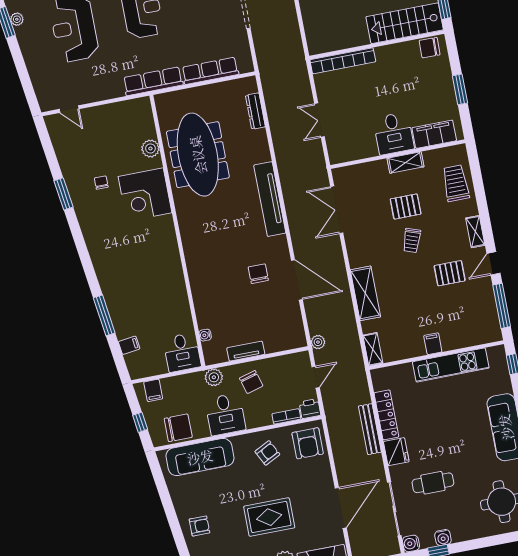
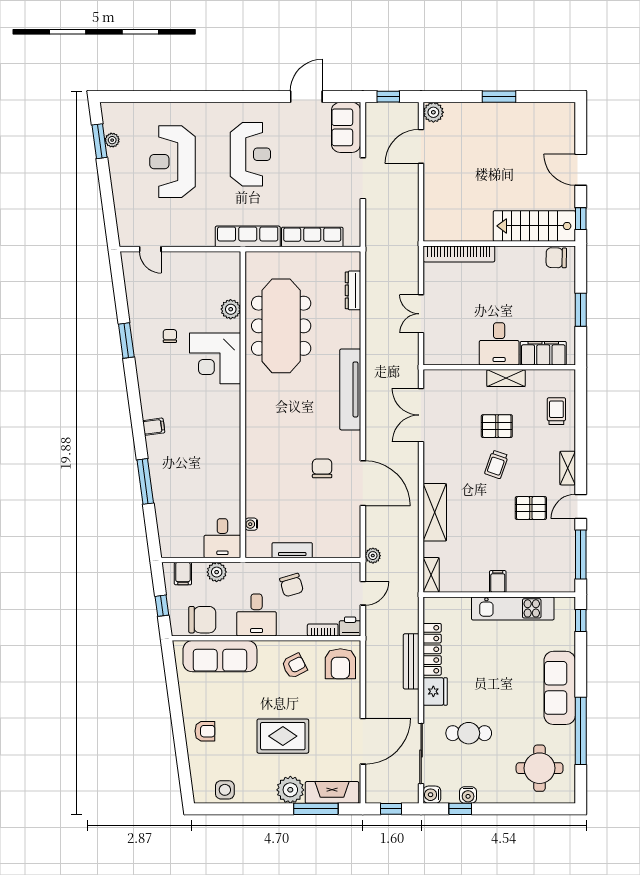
trolley: (456, 183) -> (556, 411), width x0.73, depth x0.72
filing cabinet: (129, 345) -> (154, 427), moved
plant: (214, 377) -> (217, 572), moved

